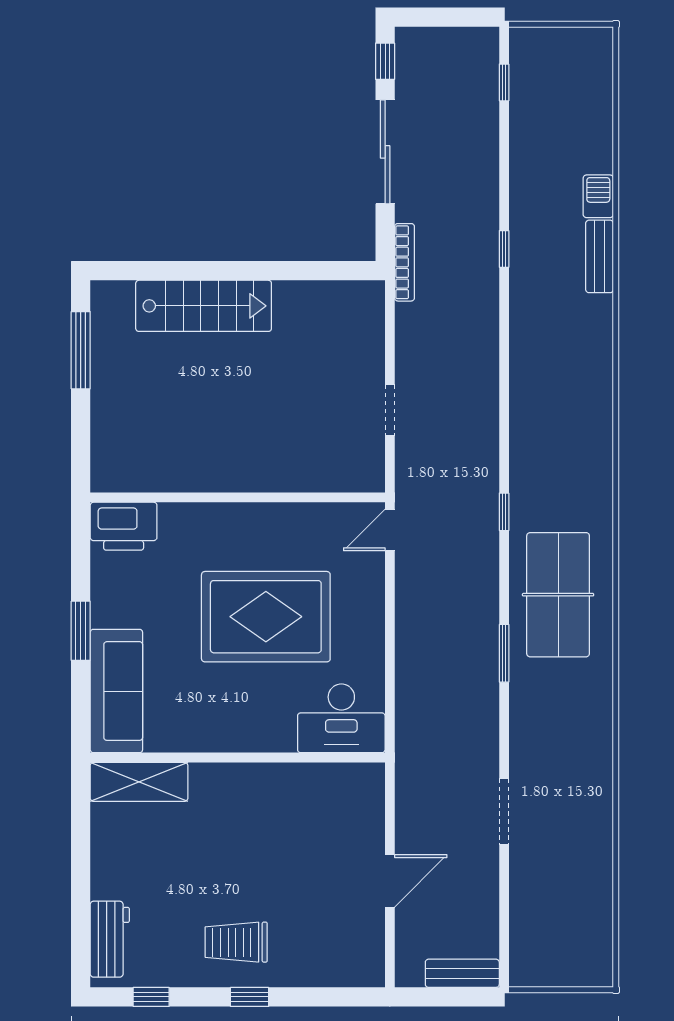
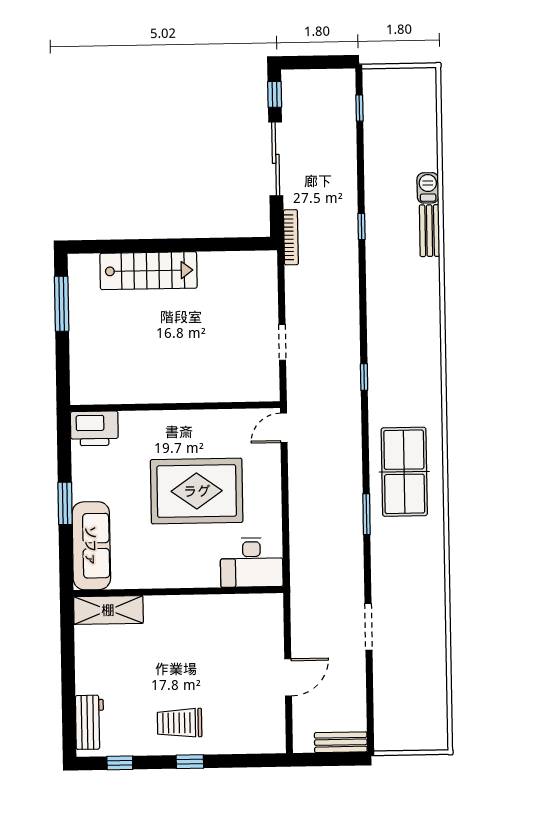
window: (504, 512) -> (364, 377), moved

